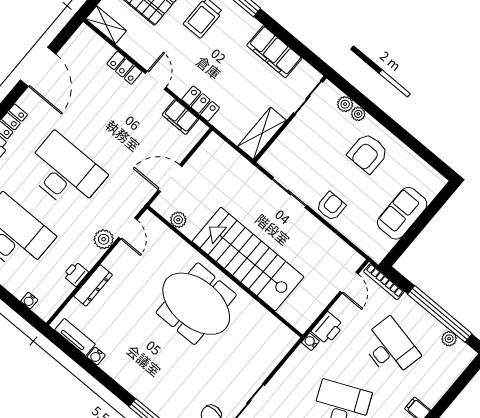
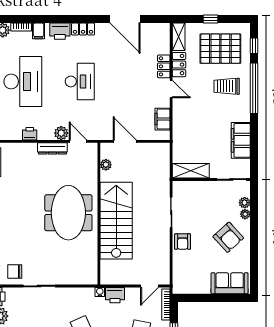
door: (38, 67) -> (125, 19), hinge flipped
door: (156, 80) -> (171, 89), hinge flipped
locker: (201, 104) -> (179, 65), moved
armchair: (368, 153) -> (228, 237), turned -132
desk: (65, 172) -> (80, 81), width x0.73, depth x0.77
armchair: (331, 206) -> (183, 242), turned 90
sofa: (402, 213) -> (230, 283), moved
door: (128, 229) -> (78, 141), swing flipped
dresser: (93, 285) -> (52, 148), moved

